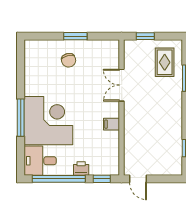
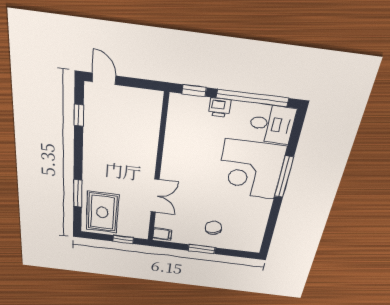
rug: (165, 62) -> (102, 212), width x1.36, depth x1.43
filing cabinet: (112, 124) -> (162, 234), moved
door: (138, 179) -> (104, 79), moved

